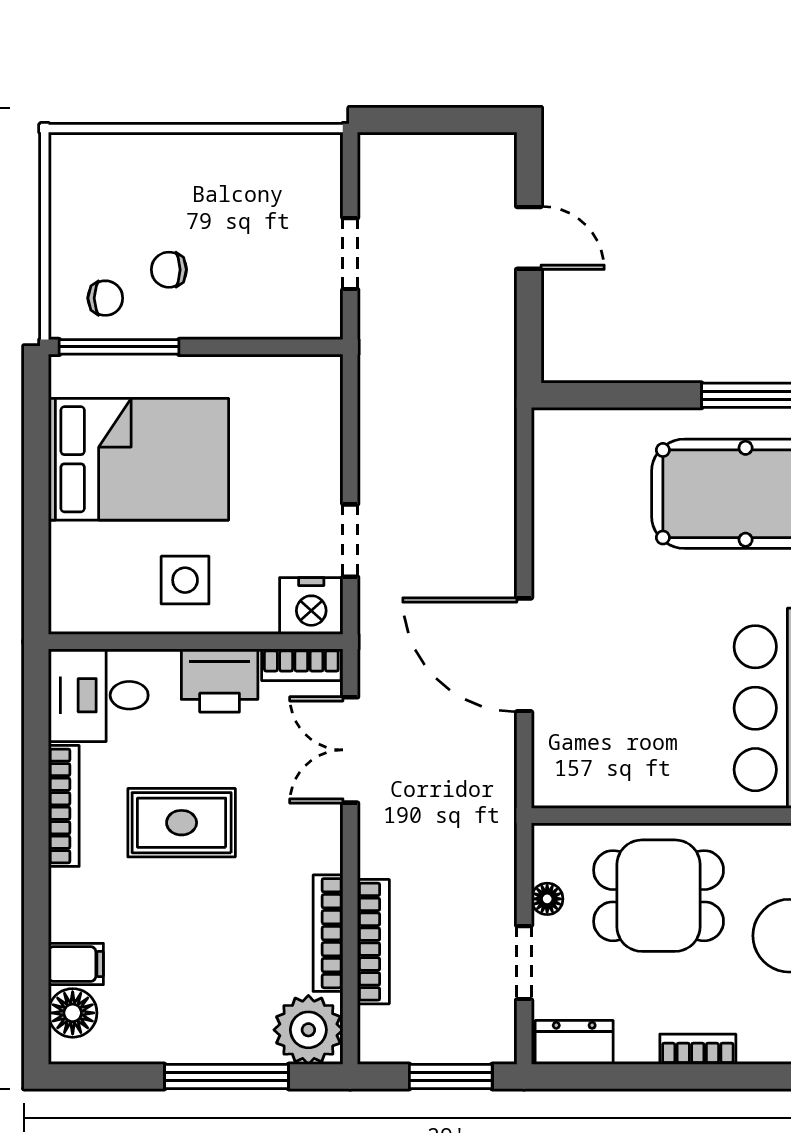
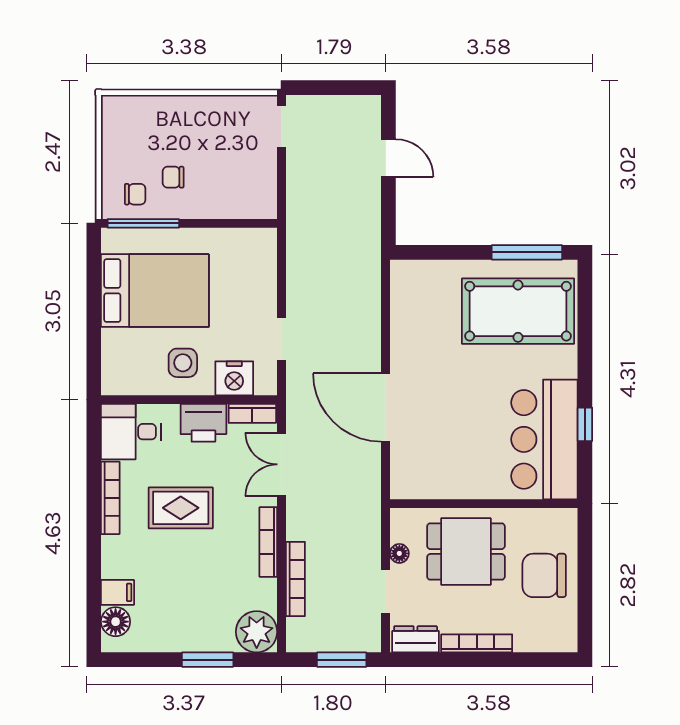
doorway: (350, 254) -> (282, 127), moved
nightstand: (311, 606) -> (234, 378), moved
bookcase: (328, 933) -> (268, 542), moved
bookcase: (698, 1049) -> (477, 643), width x1.56
window: (227, 1076) -> (208, 660), width x0.69

